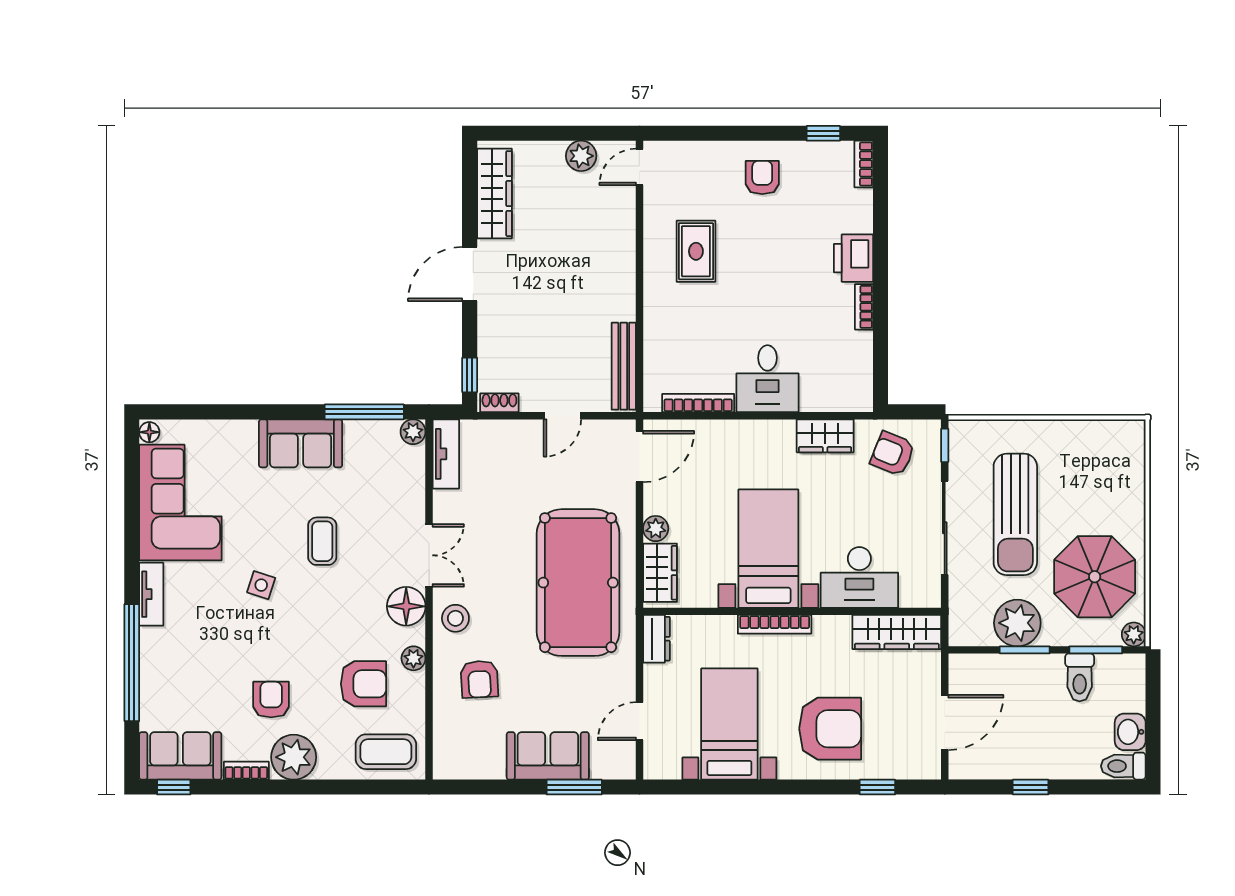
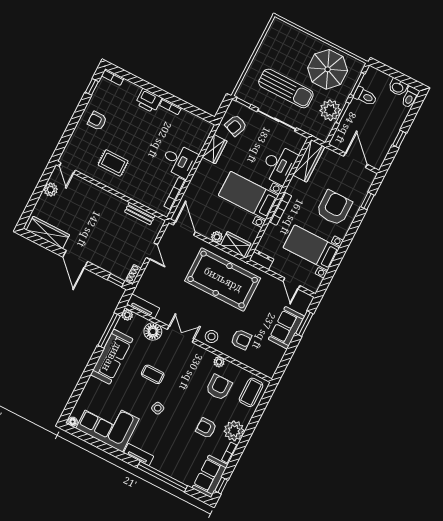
bench: (624, 366) -> (140, 214), width x0.73
sofa: (301, 443) -> (112, 357), width x1.36
floor lamp: (406, 606) -> (153, 332), moved
plant: (1134, 634) -> (359, 66), removed

